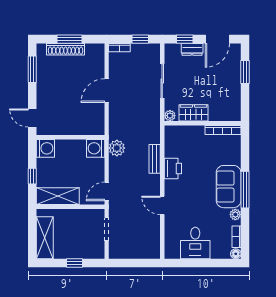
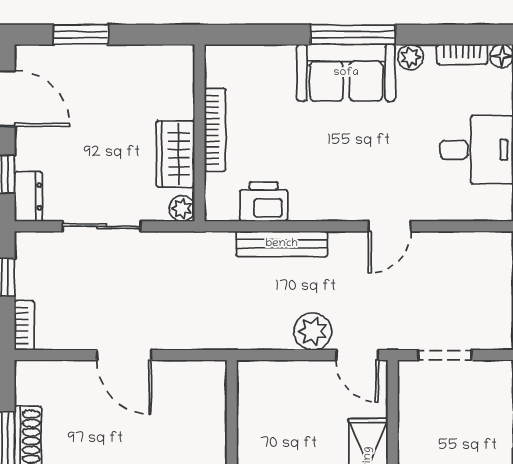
dresser: (192, 49) -> (28, 196), moved
bookcase: (223, 130) -> (215, 130), moved
washing machine: (96, 148) -> (257, 381), removed
plant: (117, 148) -> (313, 331), moved
bench: (155, 159) -> (282, 244), width x1.36
printer: (173, 169) -> (264, 202), moved

